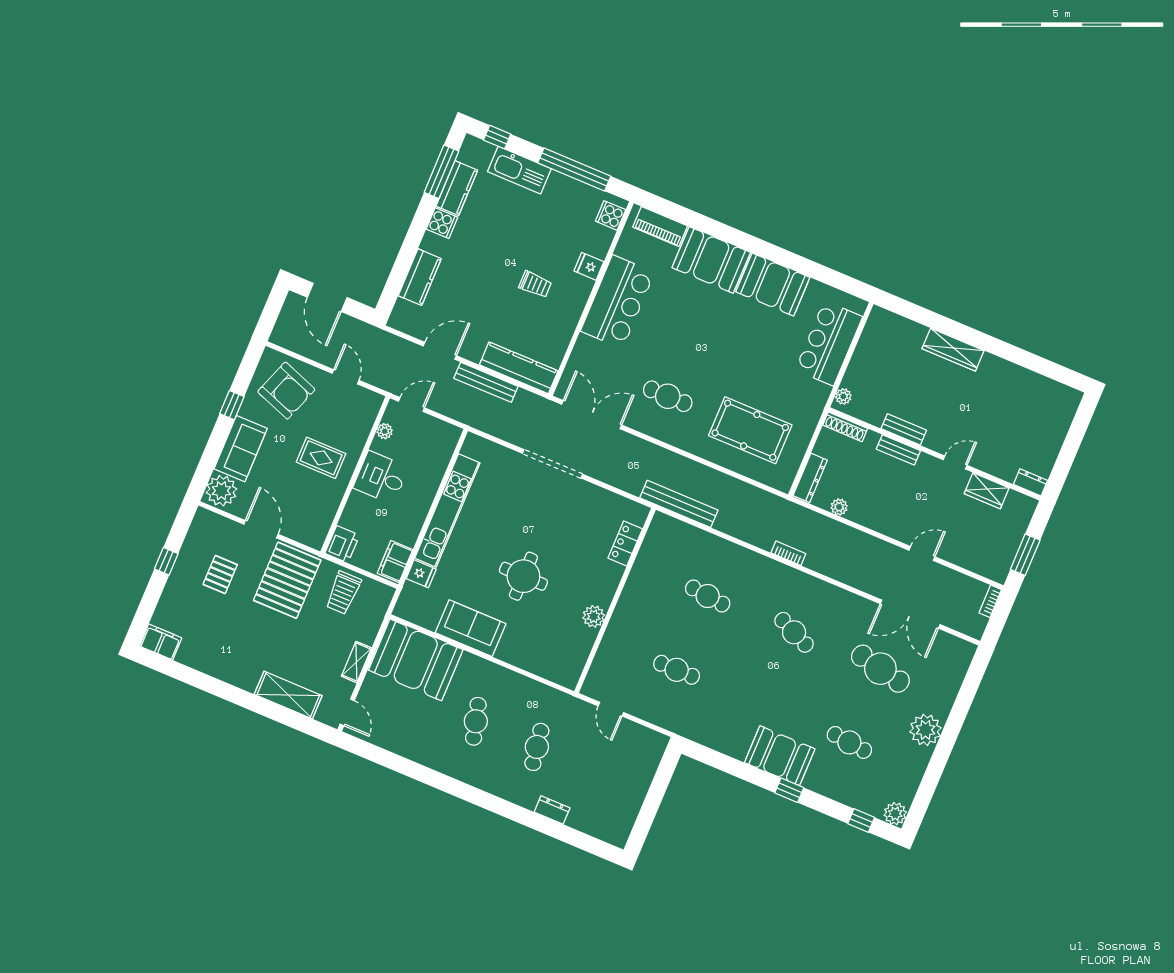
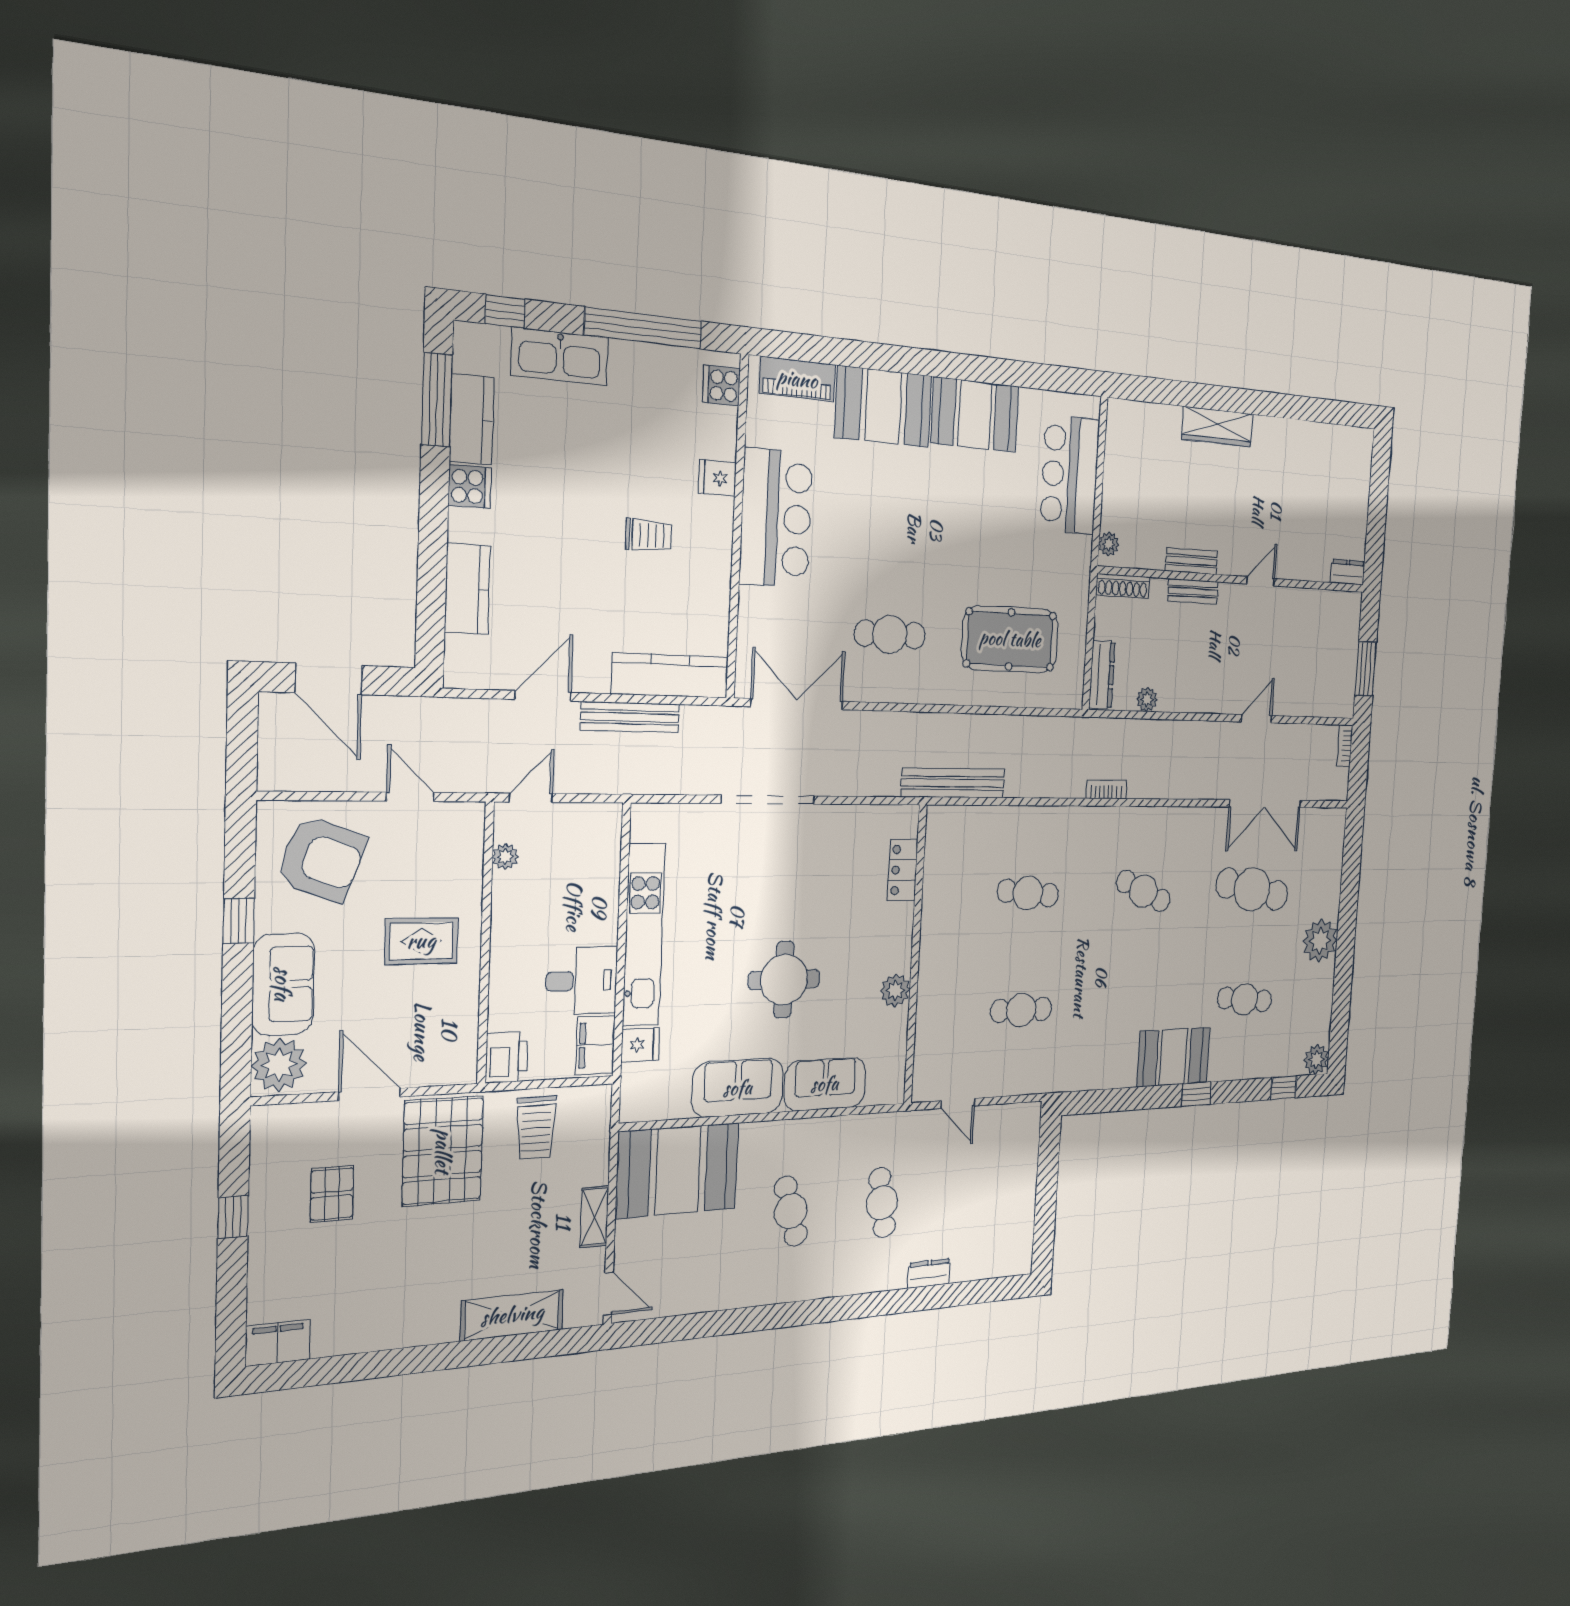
desk: (381, 477) -> (581, 981), moved, turned 180
wardrobe: (987, 491) -> (1304, 604), removed
sofa: (527, 653) -> (825, 1084), added

